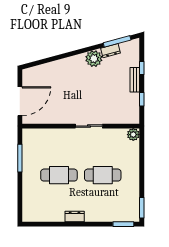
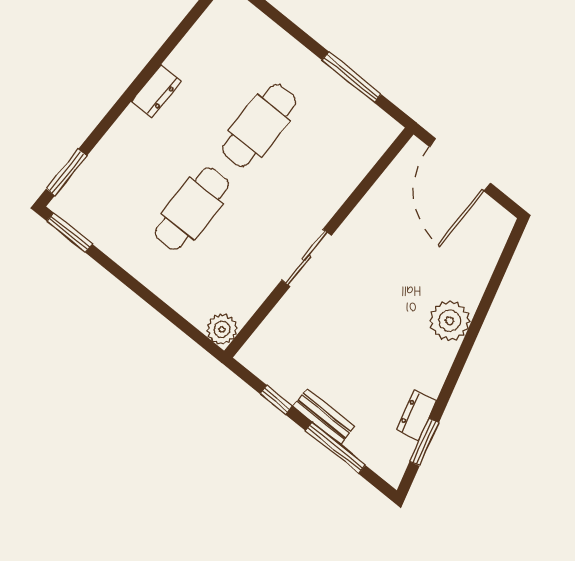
window: (117, 41) -> (424, 442), width x0.69
plant: (94, 59) -> (449, 321), moved
window: (142, 68) -> (335, 448), width x2.17

